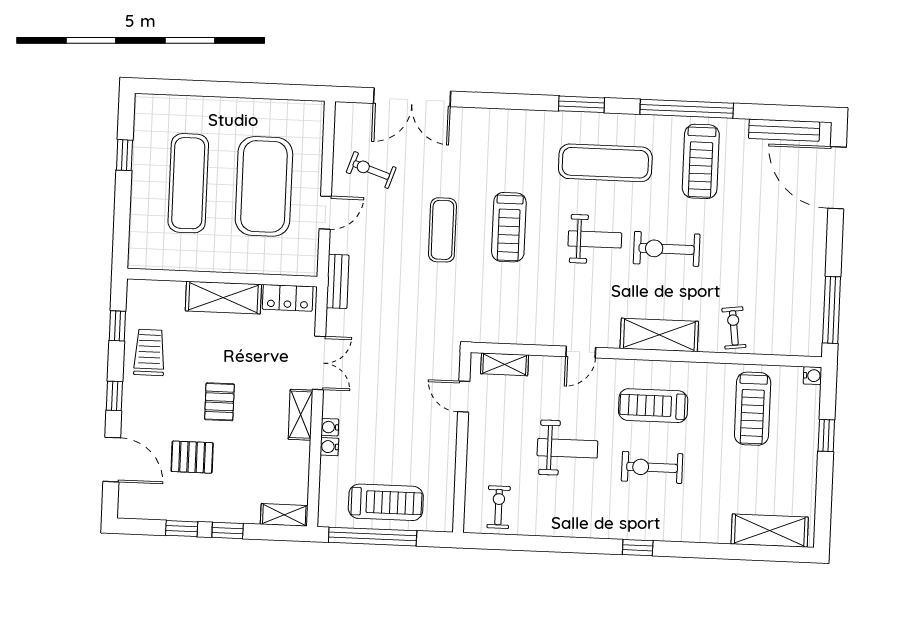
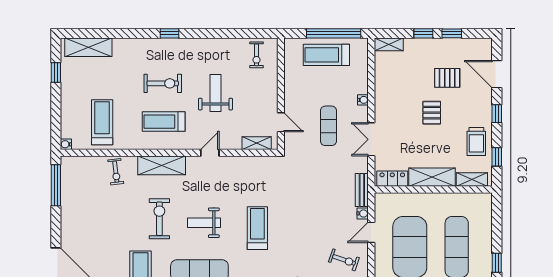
exercise mat: (442, 230) -> (328, 126), moved
exercise bike: (667, 249) -> (159, 219), turned -90
treadmill: (653, 406) -> (164, 122), turned 180
shelving: (301, 415) -> (472, 179), moved, turned 90
window: (826, 435) -> (56, 72), moved
water cooler: (329, 447) -> (363, 213), moved
weight bench: (567, 448) -> (215, 93), turned 90

